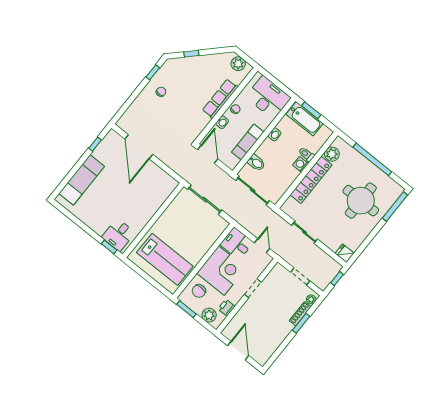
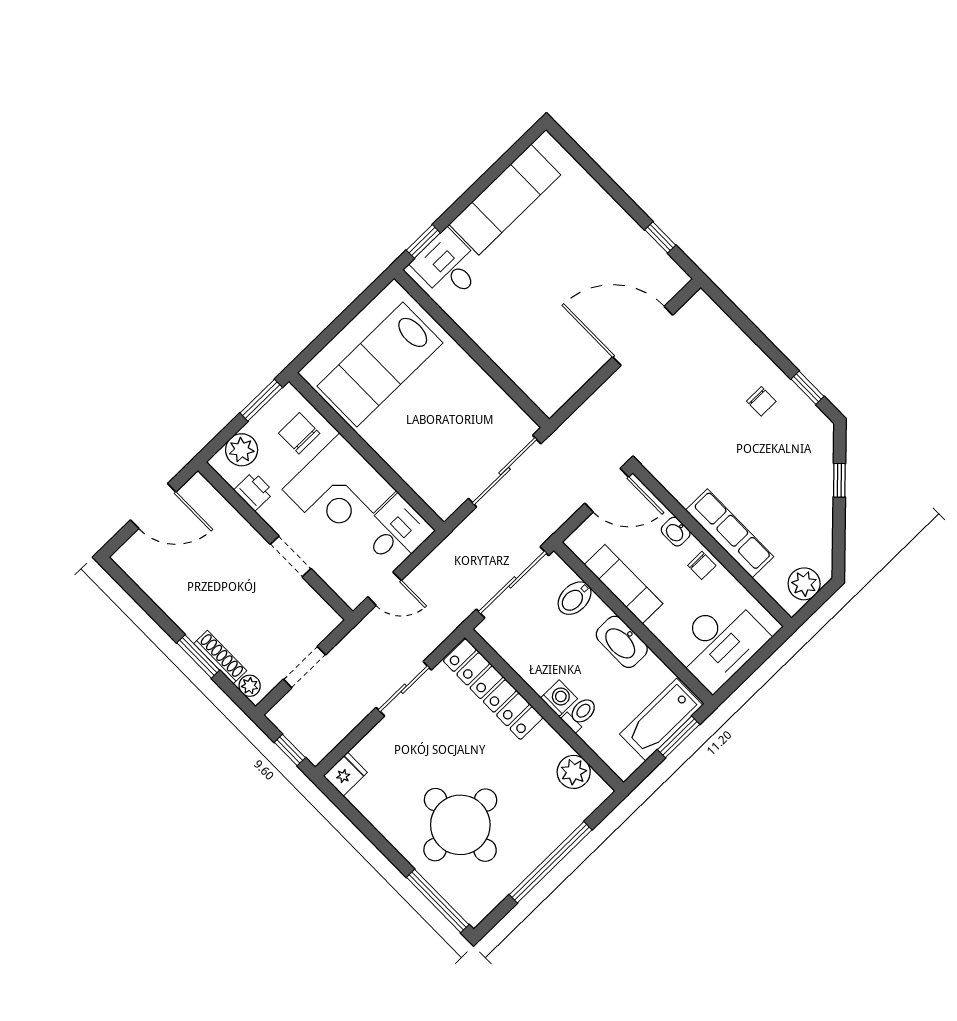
washbasin: (275, 134) -> (622, 642), width x1.91, depth x1.45
exam couch: (82, 180) -> (505, 200), moved, turned -90
locker: (311, 180) -> (493, 689), moved

